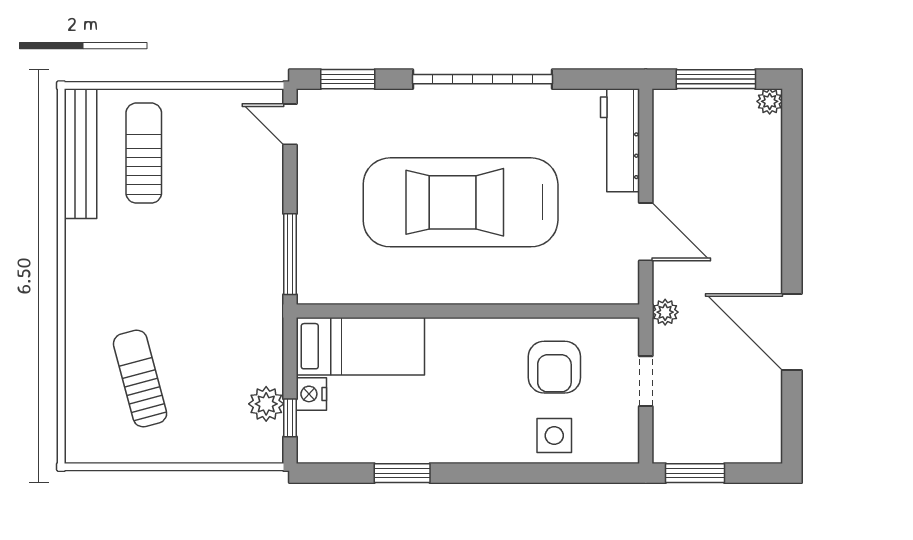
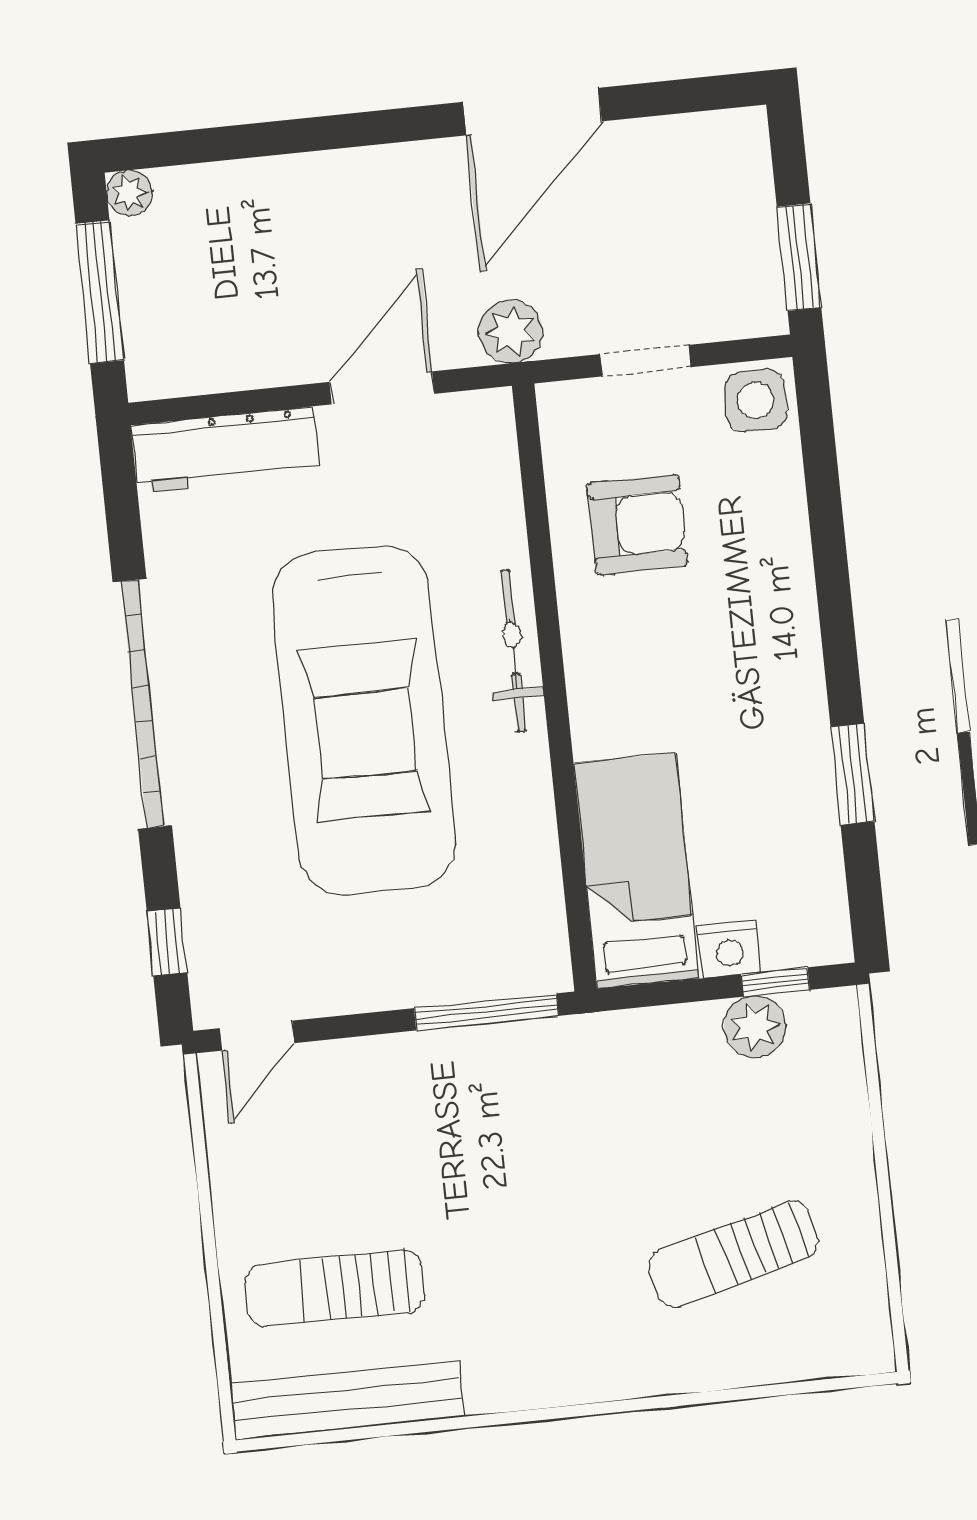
window: (348, 79) -> (167, 942), width x0.67
bicycle: (491, 290) -> (513, 651), added
plant: (665, 312) -> (511, 331), width x1.38, depth x1.38
side table: (554, 436) -> (755, 401), moved

